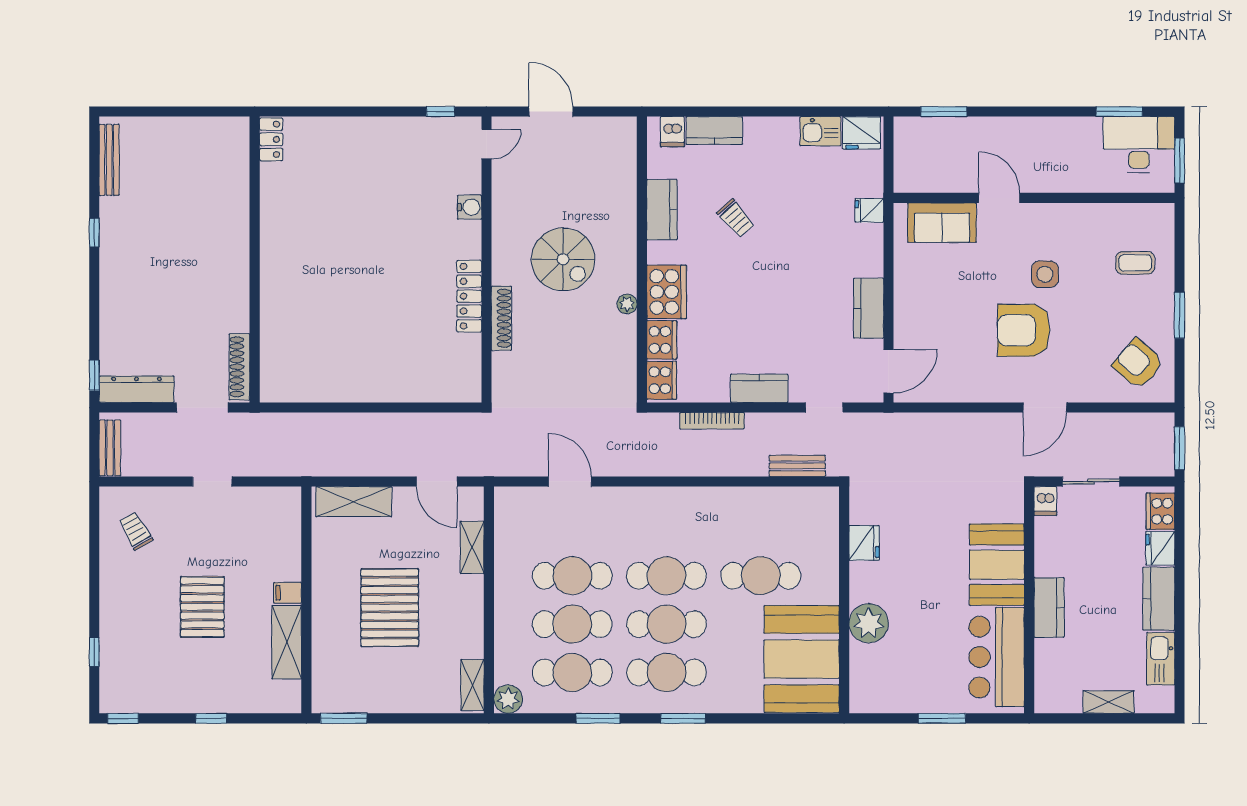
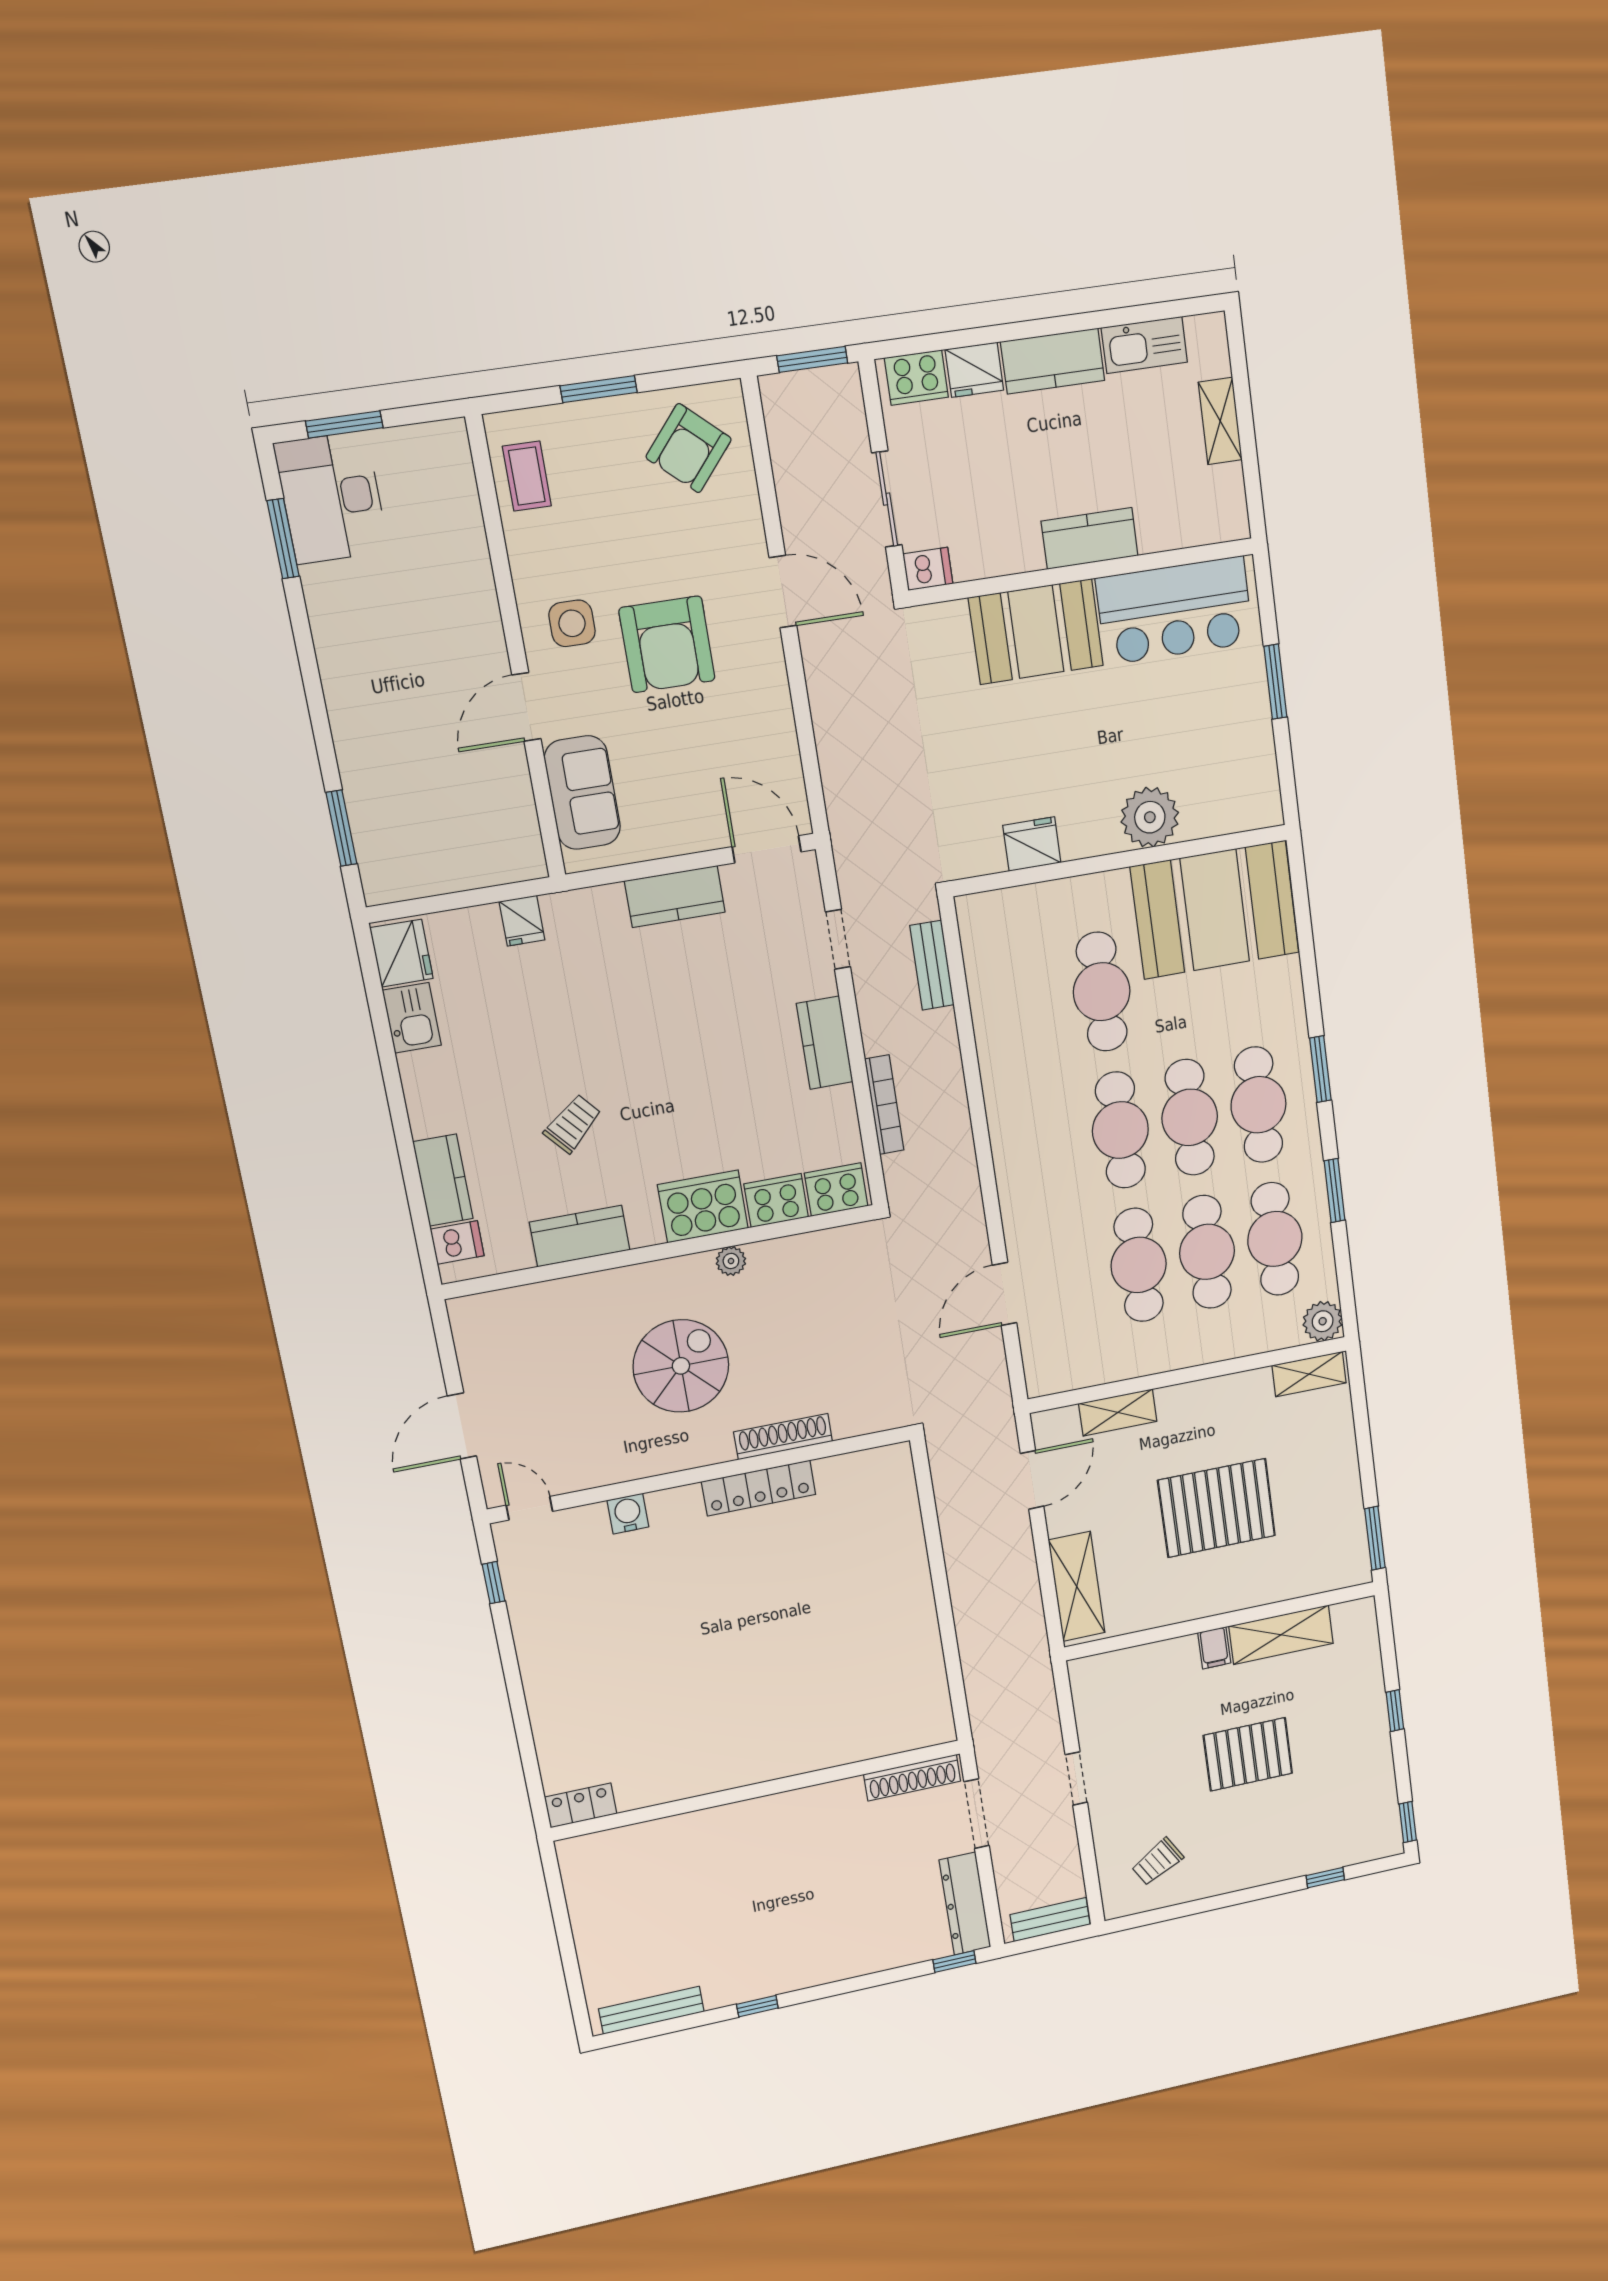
door: (999, 198) -> (526, 707), moved
wall: (1034, 198) -> (516, 650), moved
sofa: (942, 223) -> (582, 793), moved

